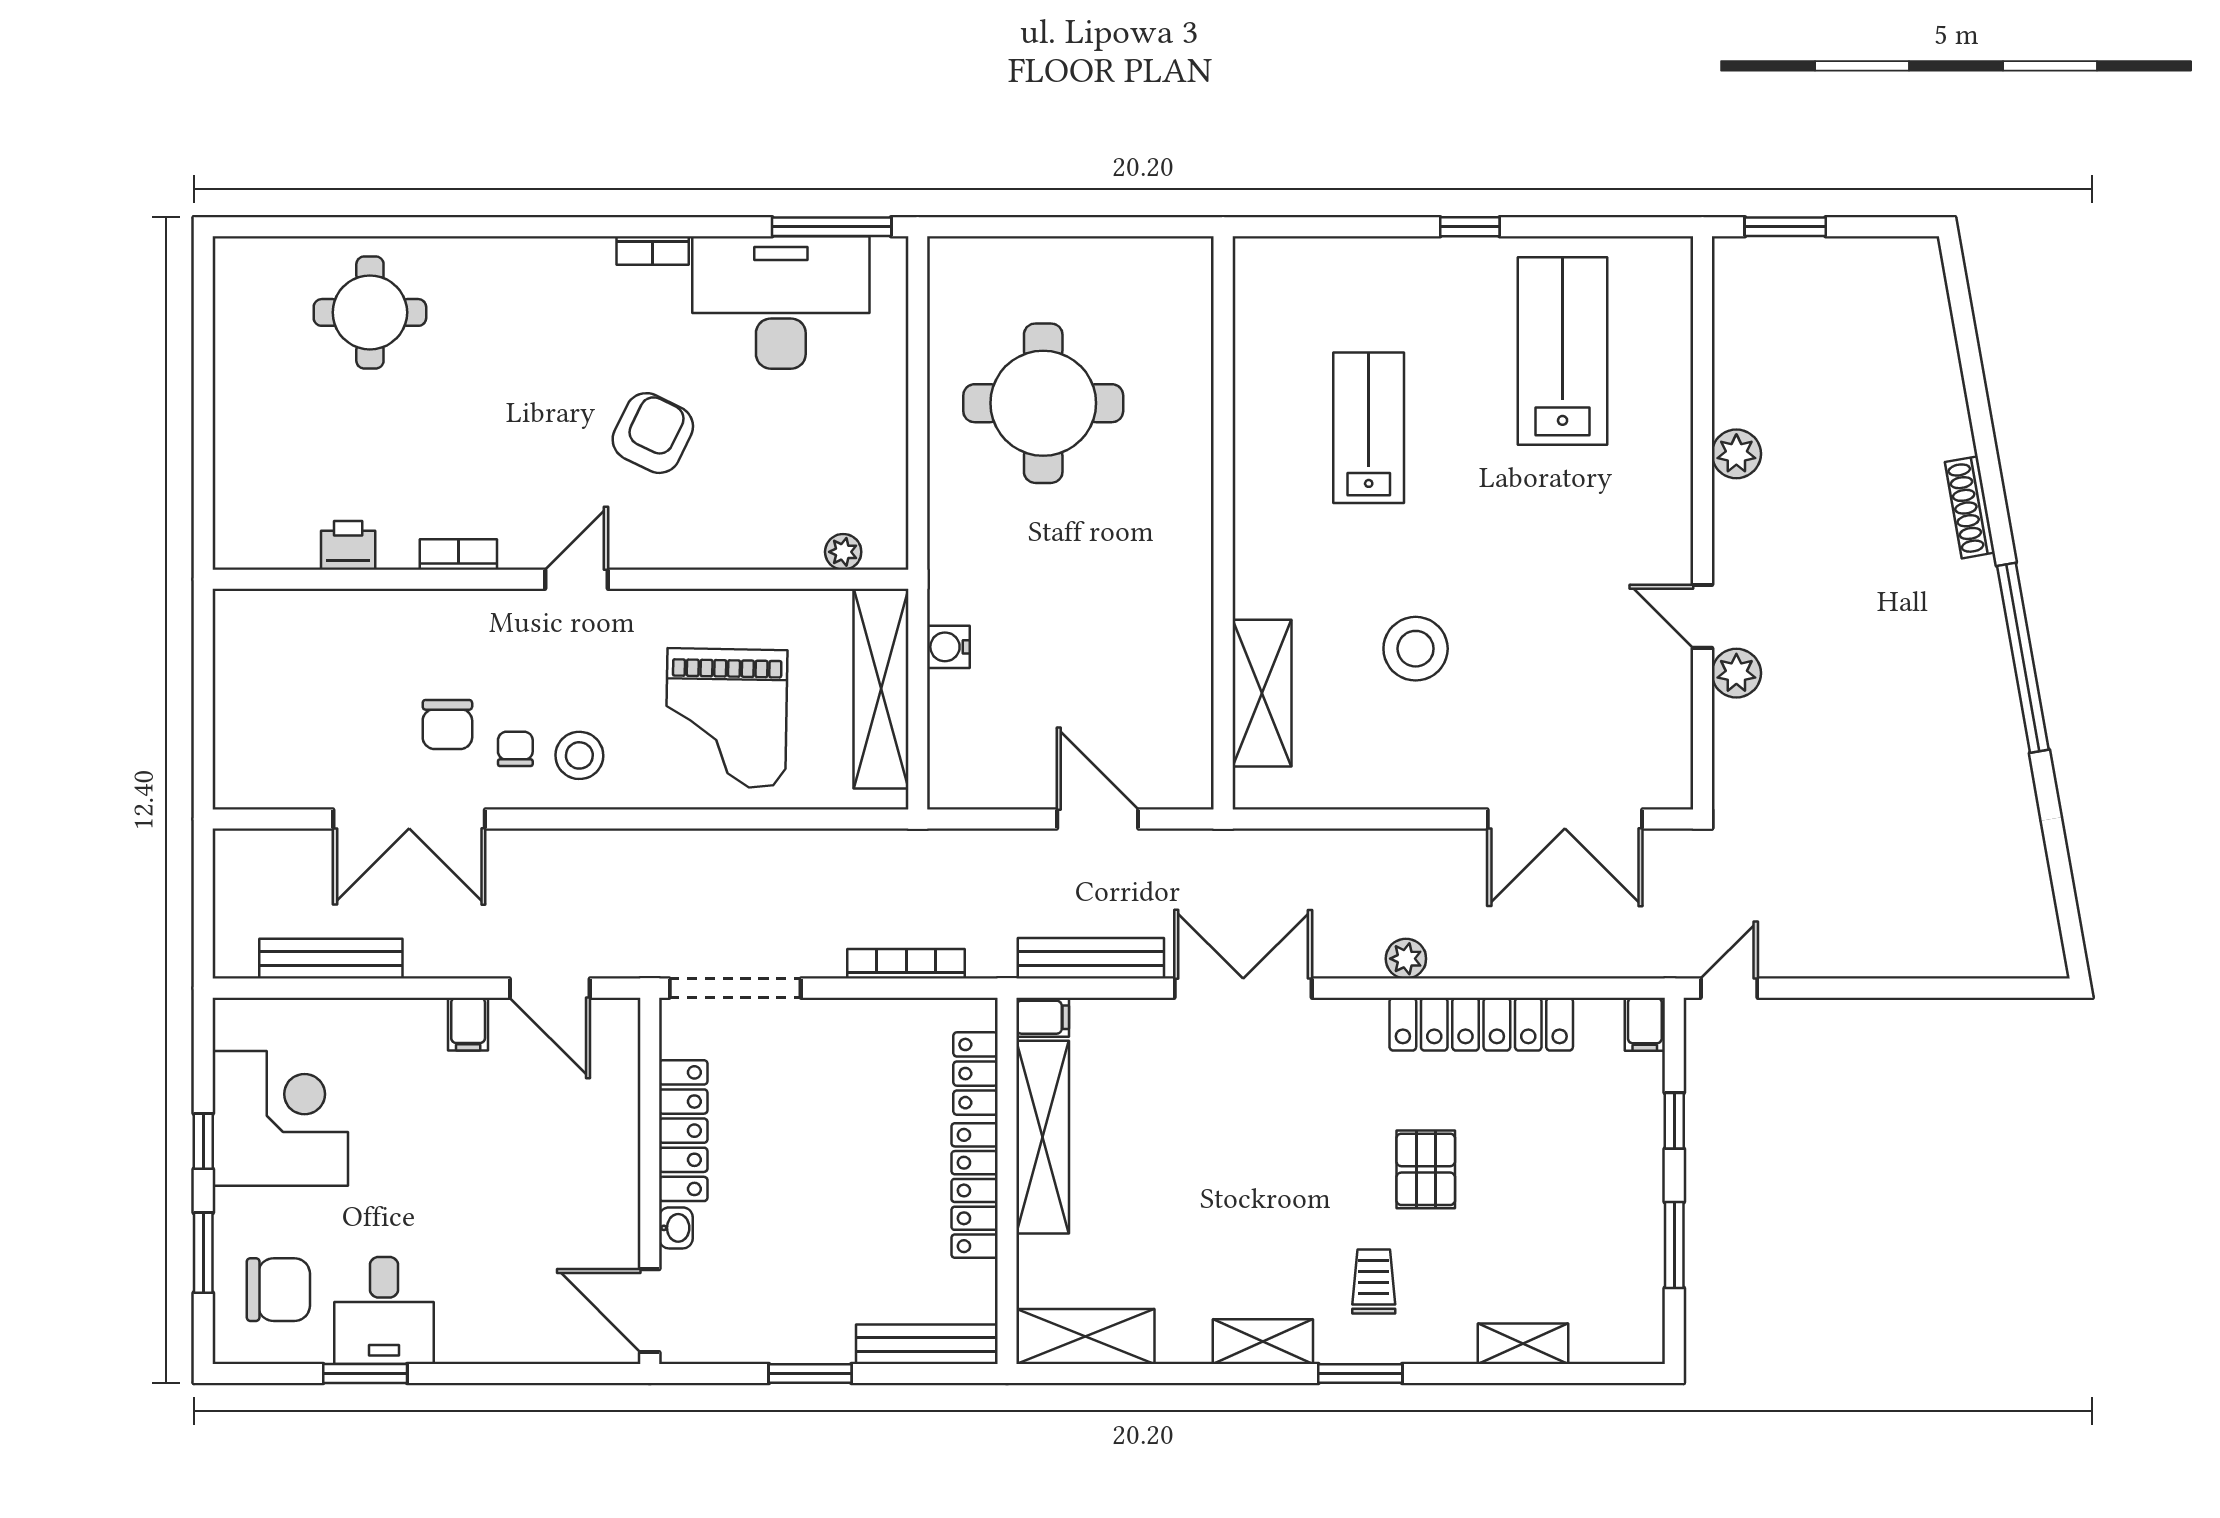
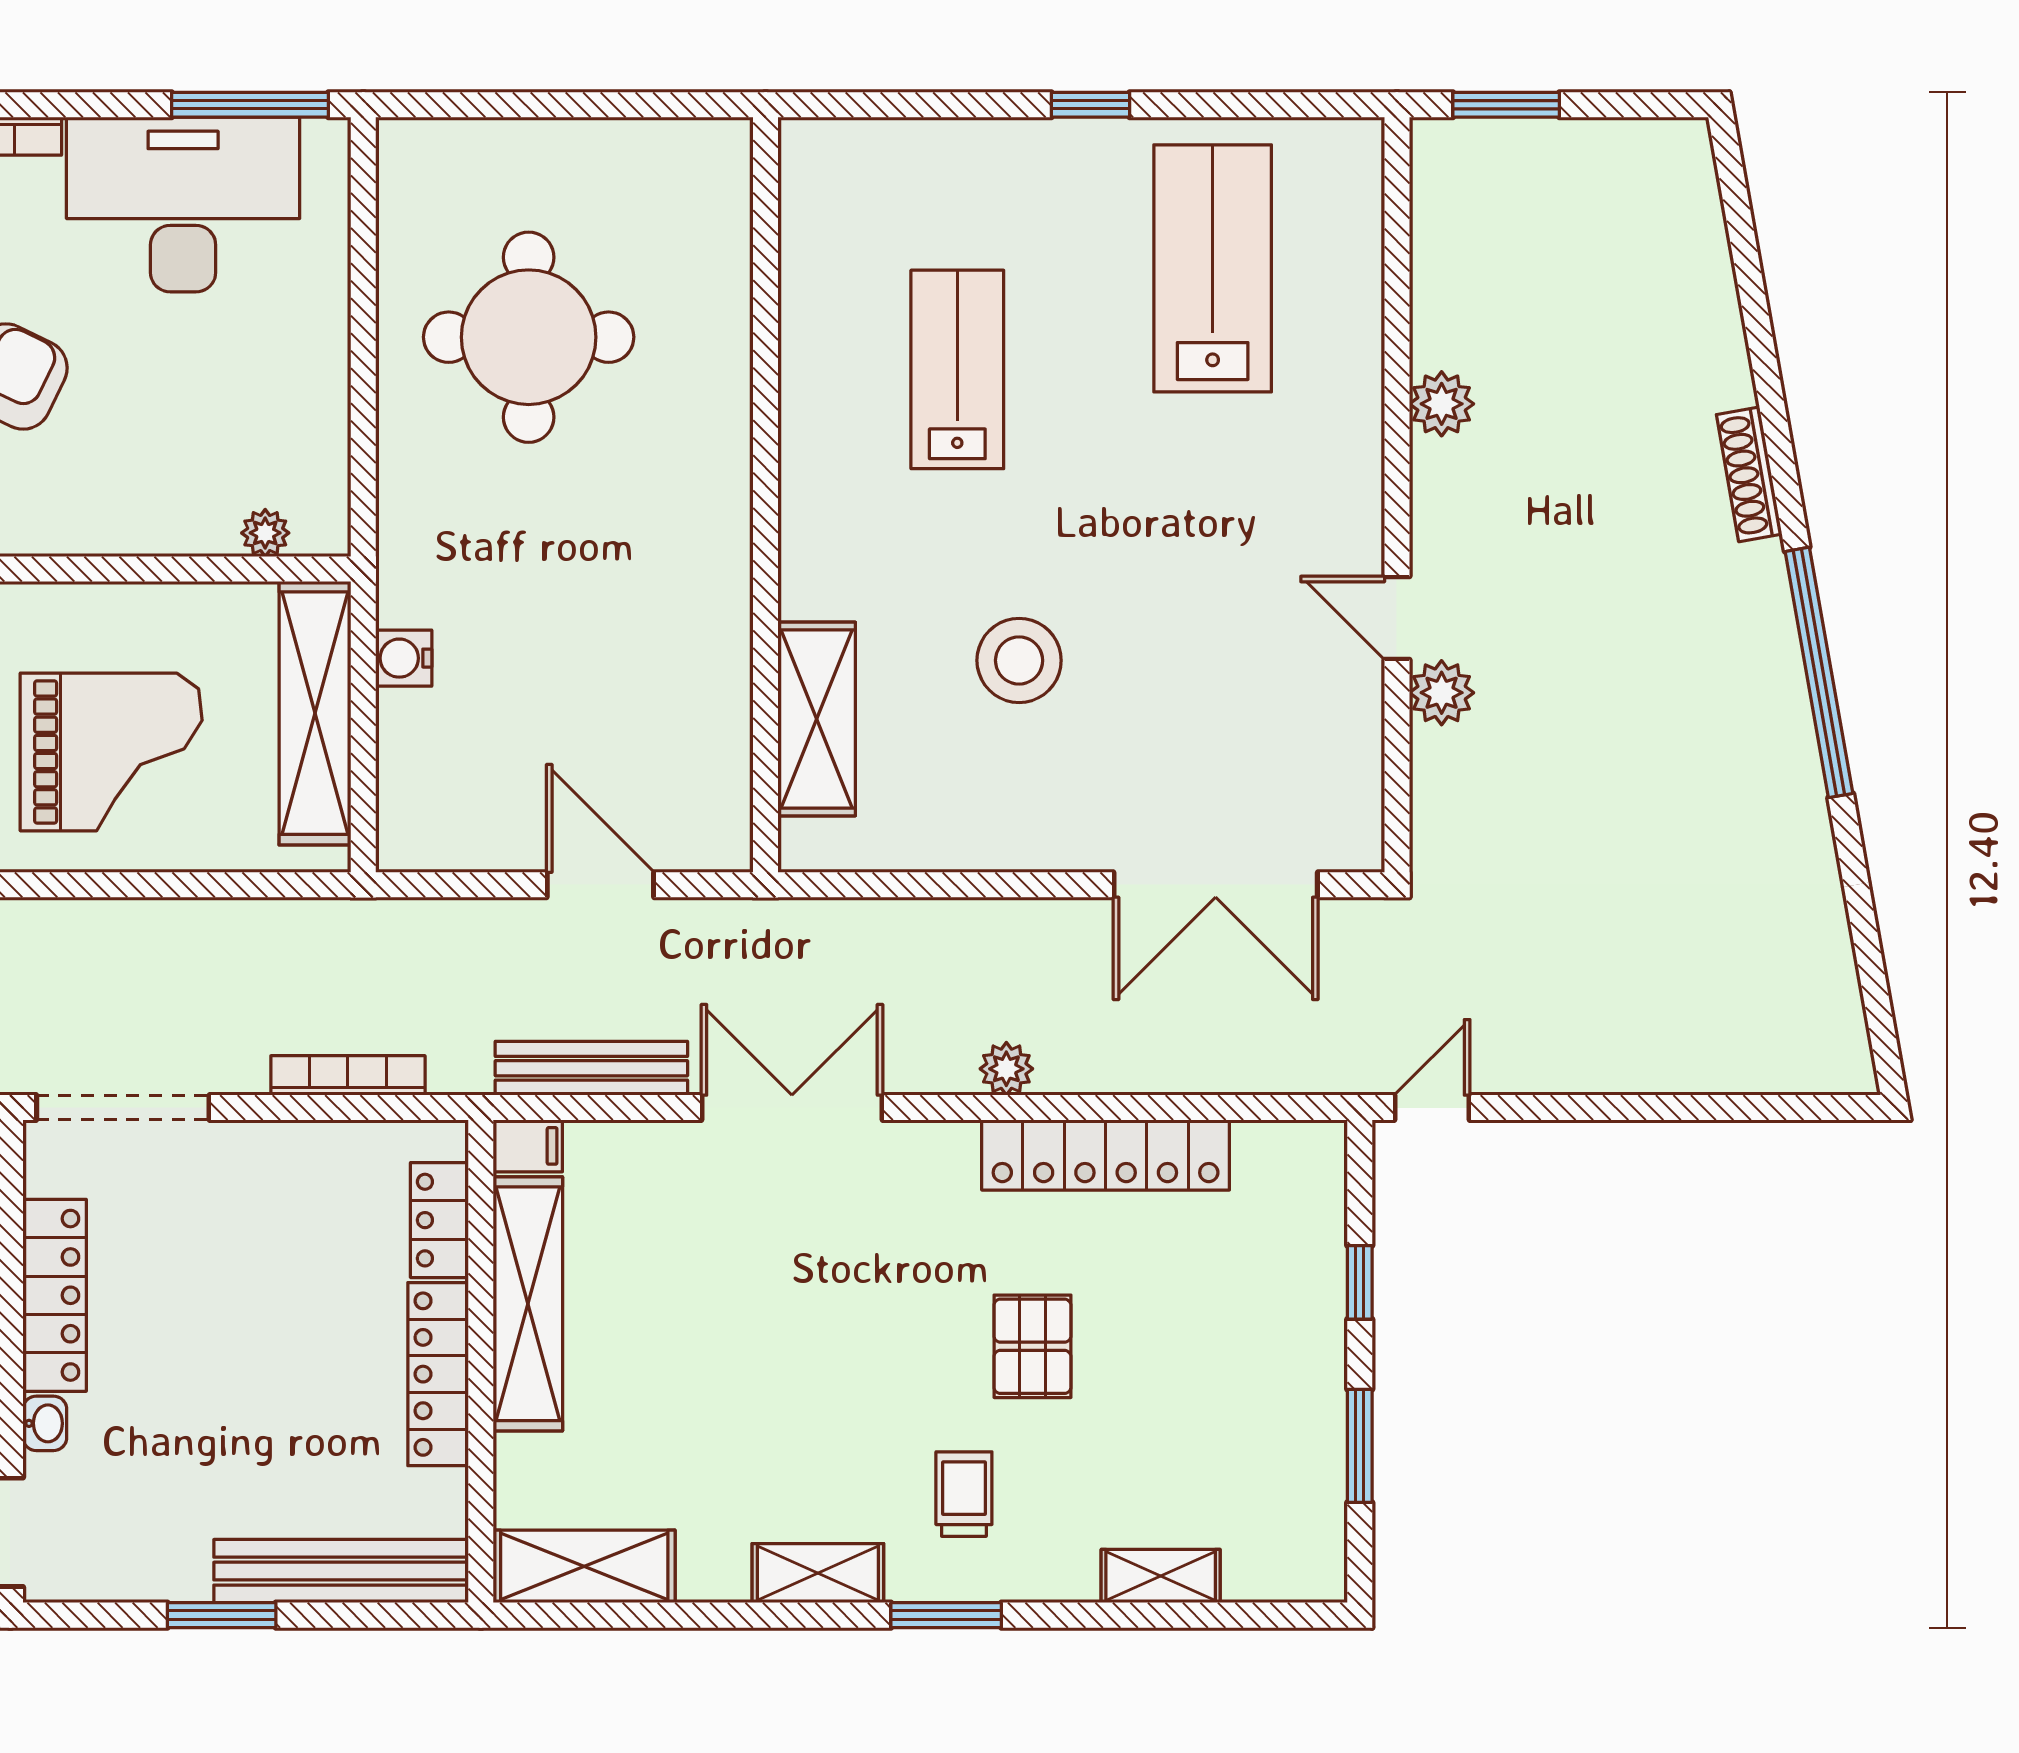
grand piano: (726, 718) -> (111, 752), turned -91
filing cabinet: (1645, 1024) -> (1321, 1155), removed
bench: (927, 1344) -> (341, 1571), width x1.37, depth x1.21

